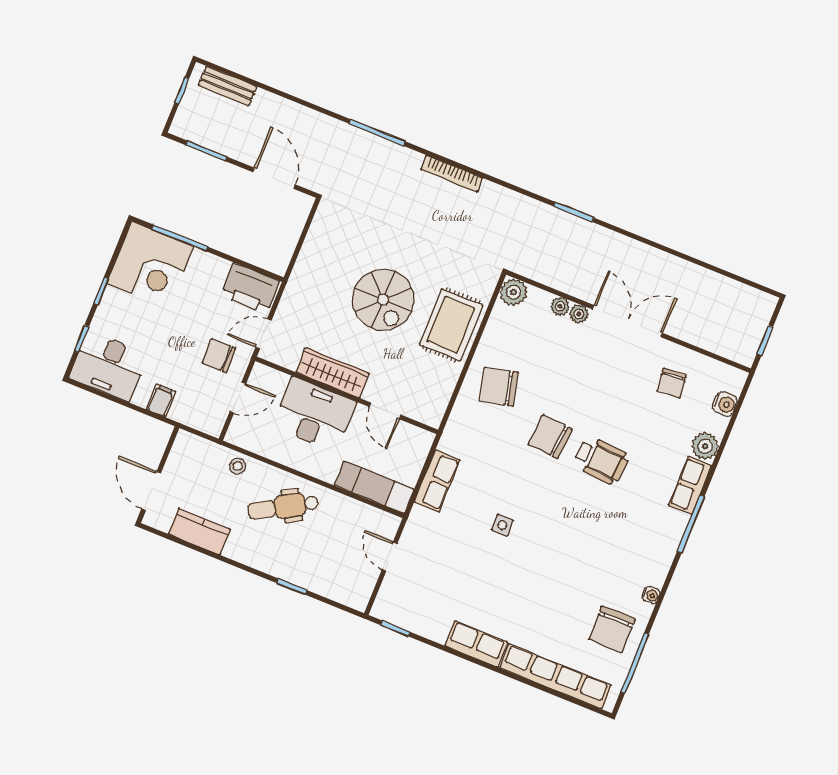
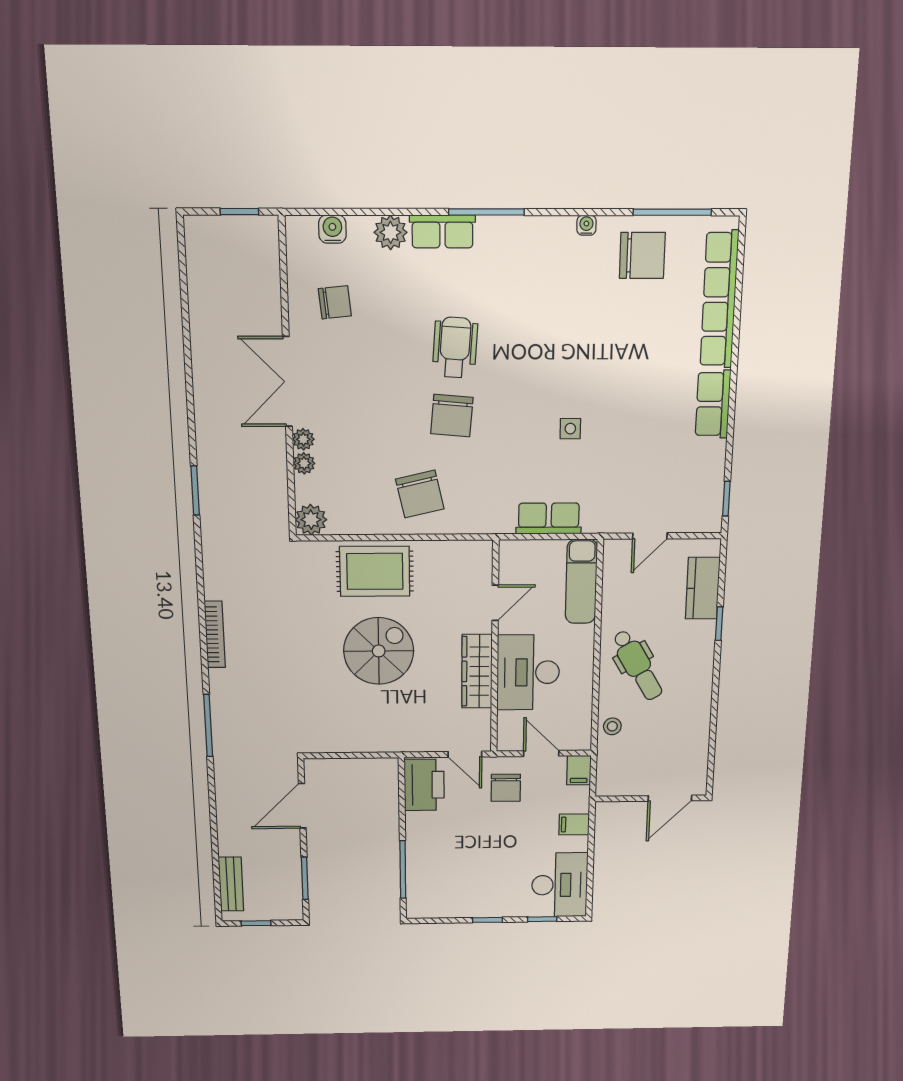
corner desk: (150, 265) -> (442, 886), removed
filing cabinet: (209, 423) -> (579, 770), added
kitchen counter: (199, 532) -> (703, 588), moved

